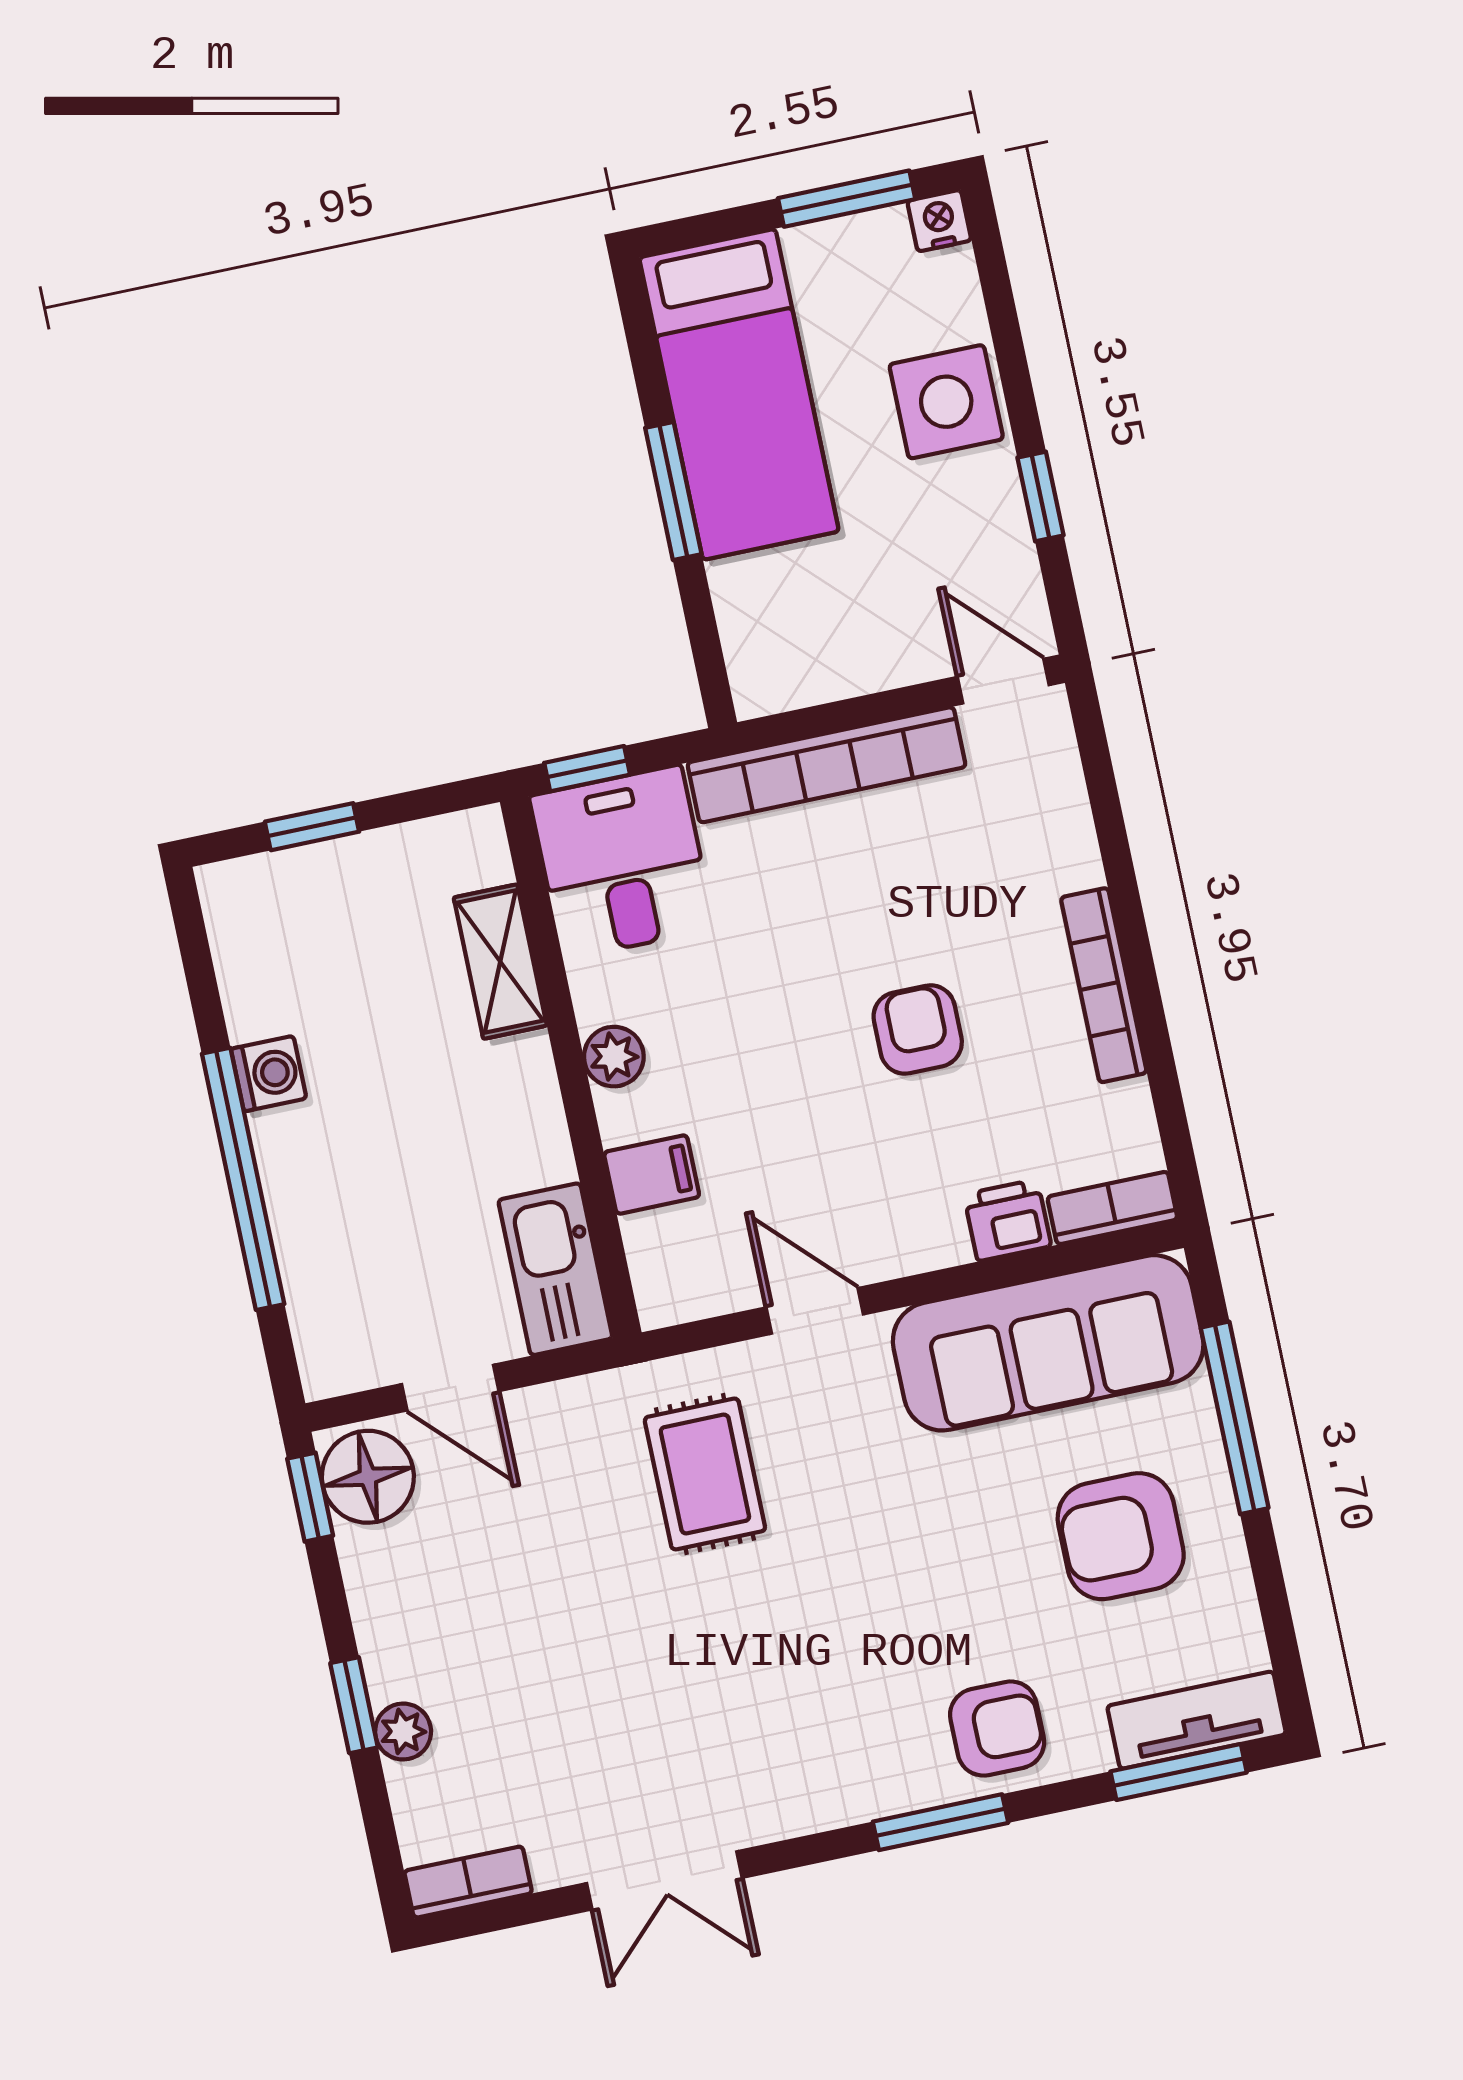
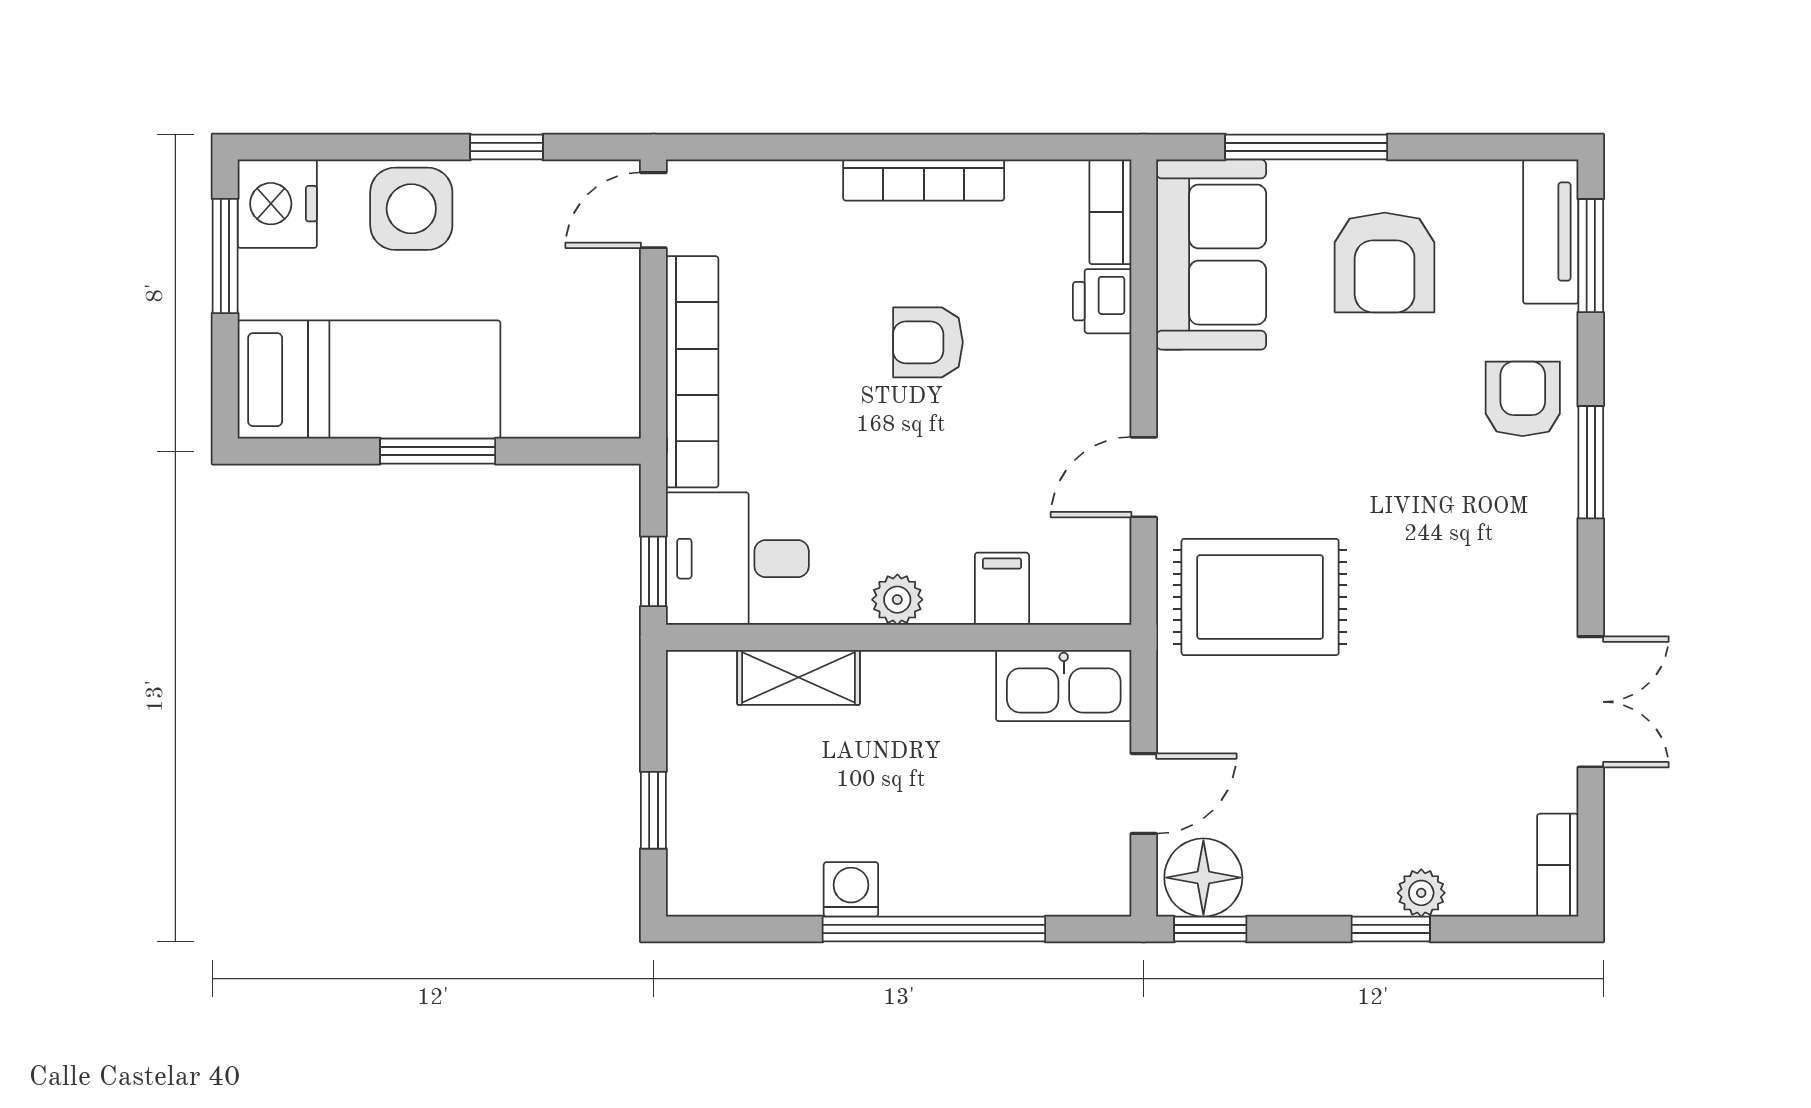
nightstand: (939, 221) -> (277, 204), width x1.89, depth x1.79
sofa: (1048, 1343) -> (1211, 255), width x0.73
rug: (705, 1474) -> (1260, 597), width x1.36, depth x1.43

